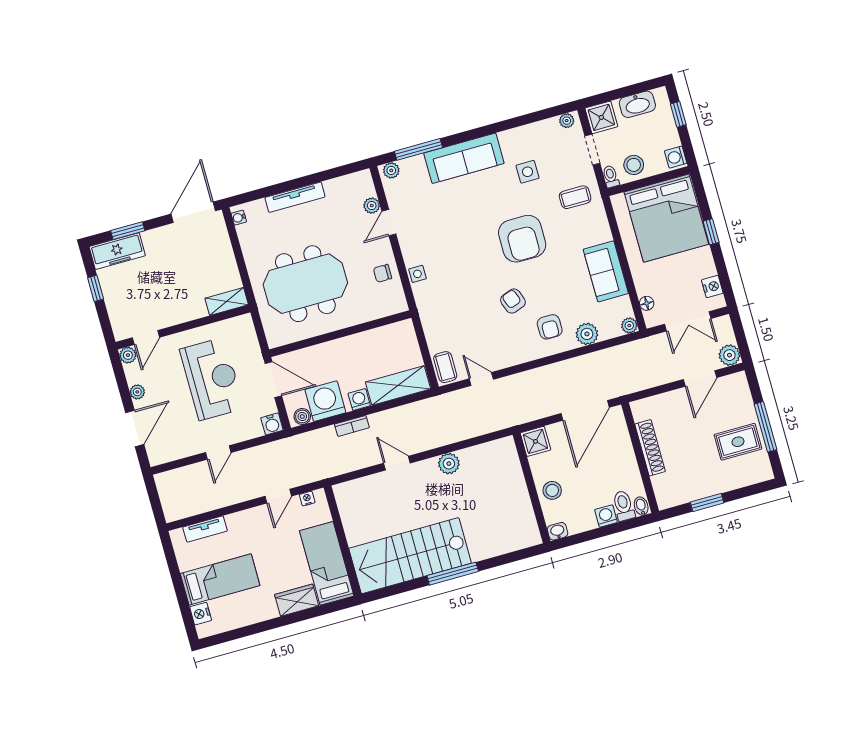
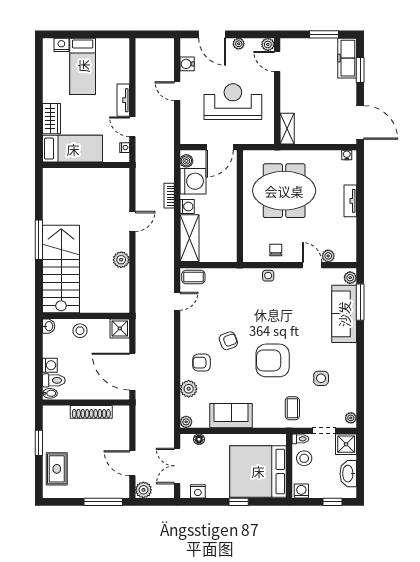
sofa: (464, 158) -> (344, 314), moved
tv unit: (295, 197) -> (350, 201), width x0.71
meeting table: (305, 284) -> (284, 191), turned 90
window: (96, 288) -> (324, 34), width x1.50
reception desk: (212, 379) -> (233, 102), turned 180
water cooler: (272, 424) -> (187, 64), moved
window: (766, 427) -> (103, 502), moved
rug: (738, 442) -> (57, 469), moved
tv unit: (205, 529) -> (123, 100), moved
stairs: (410, 556) -> (61, 269), moved

